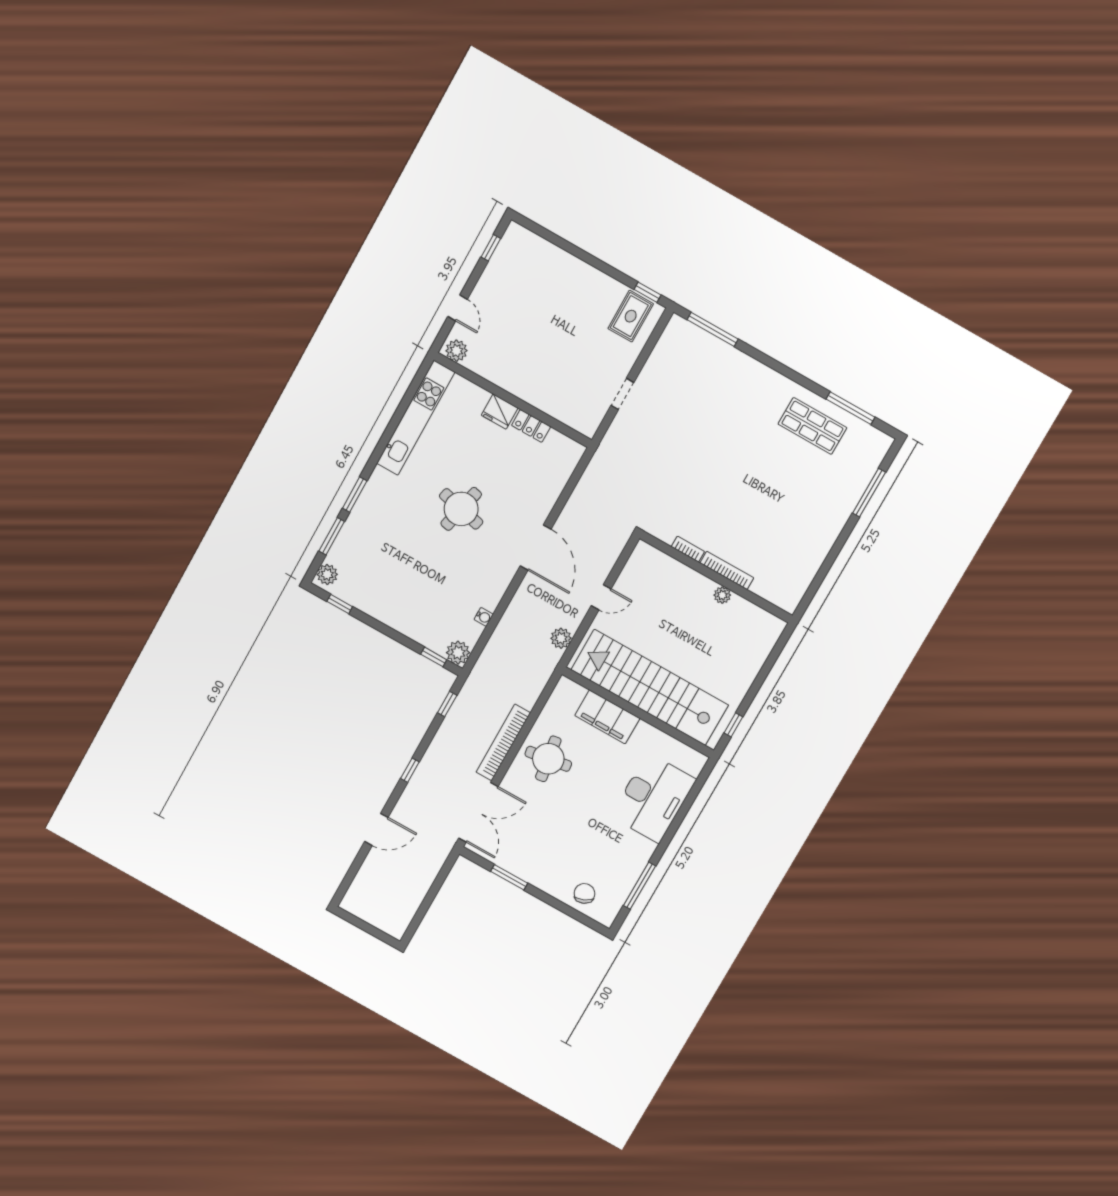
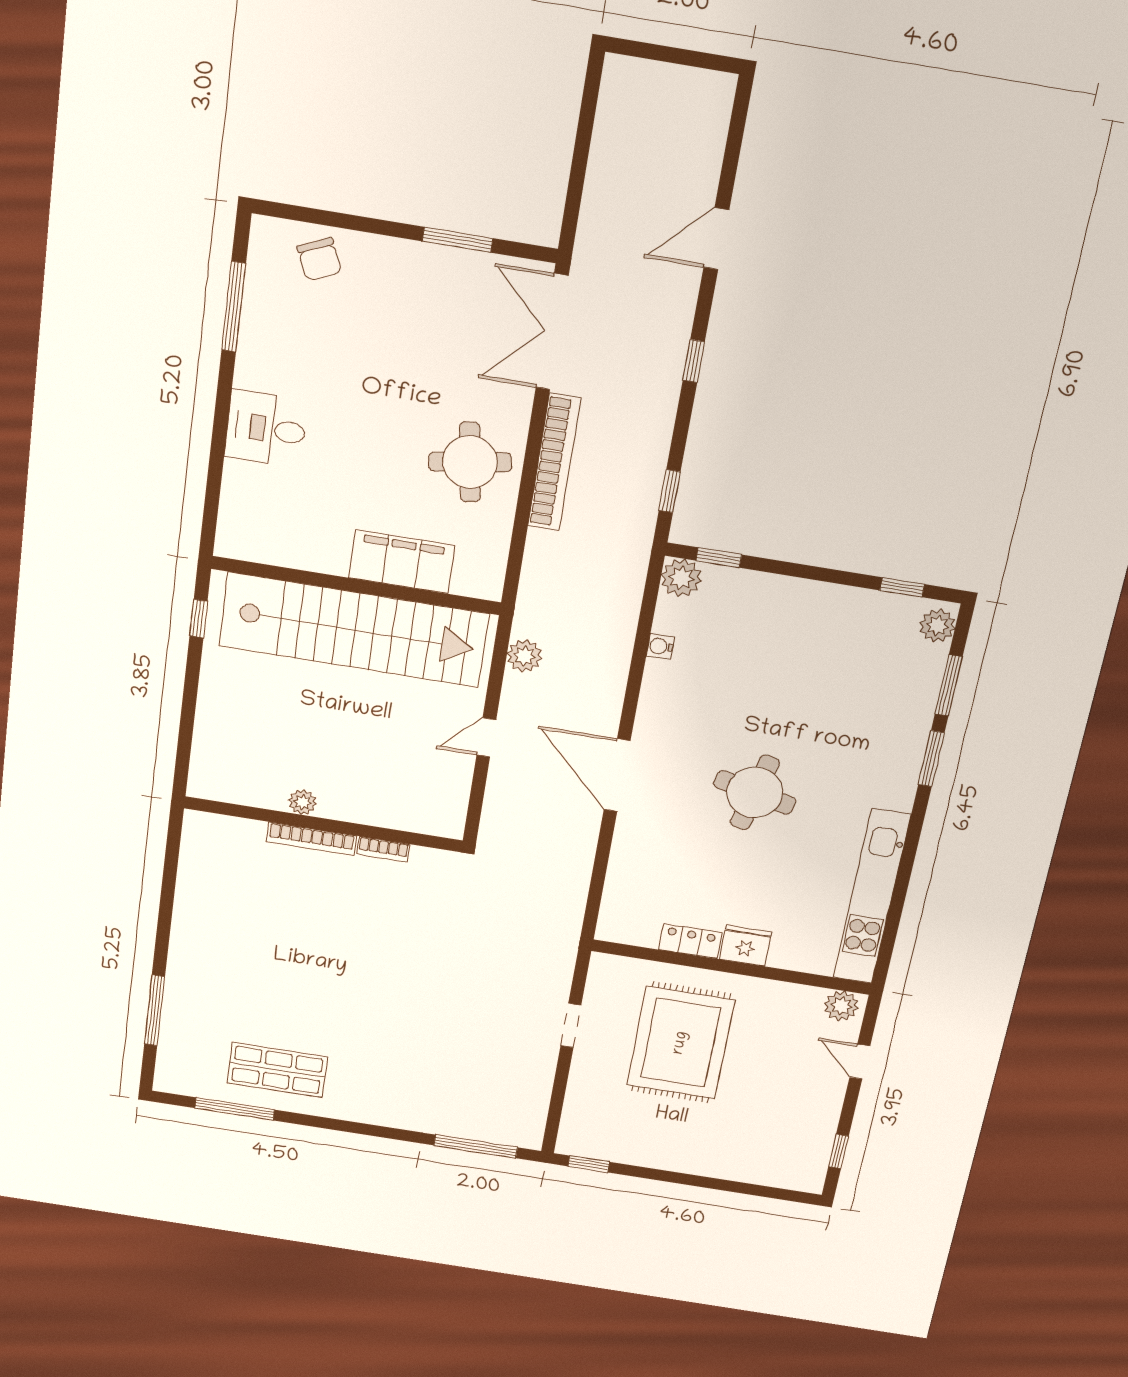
rug: (631, 316) -> (681, 1043), moved, width x1.86, depth x2.06
desk: (653, 798) -> (266, 429), width x0.53, depth x0.77

